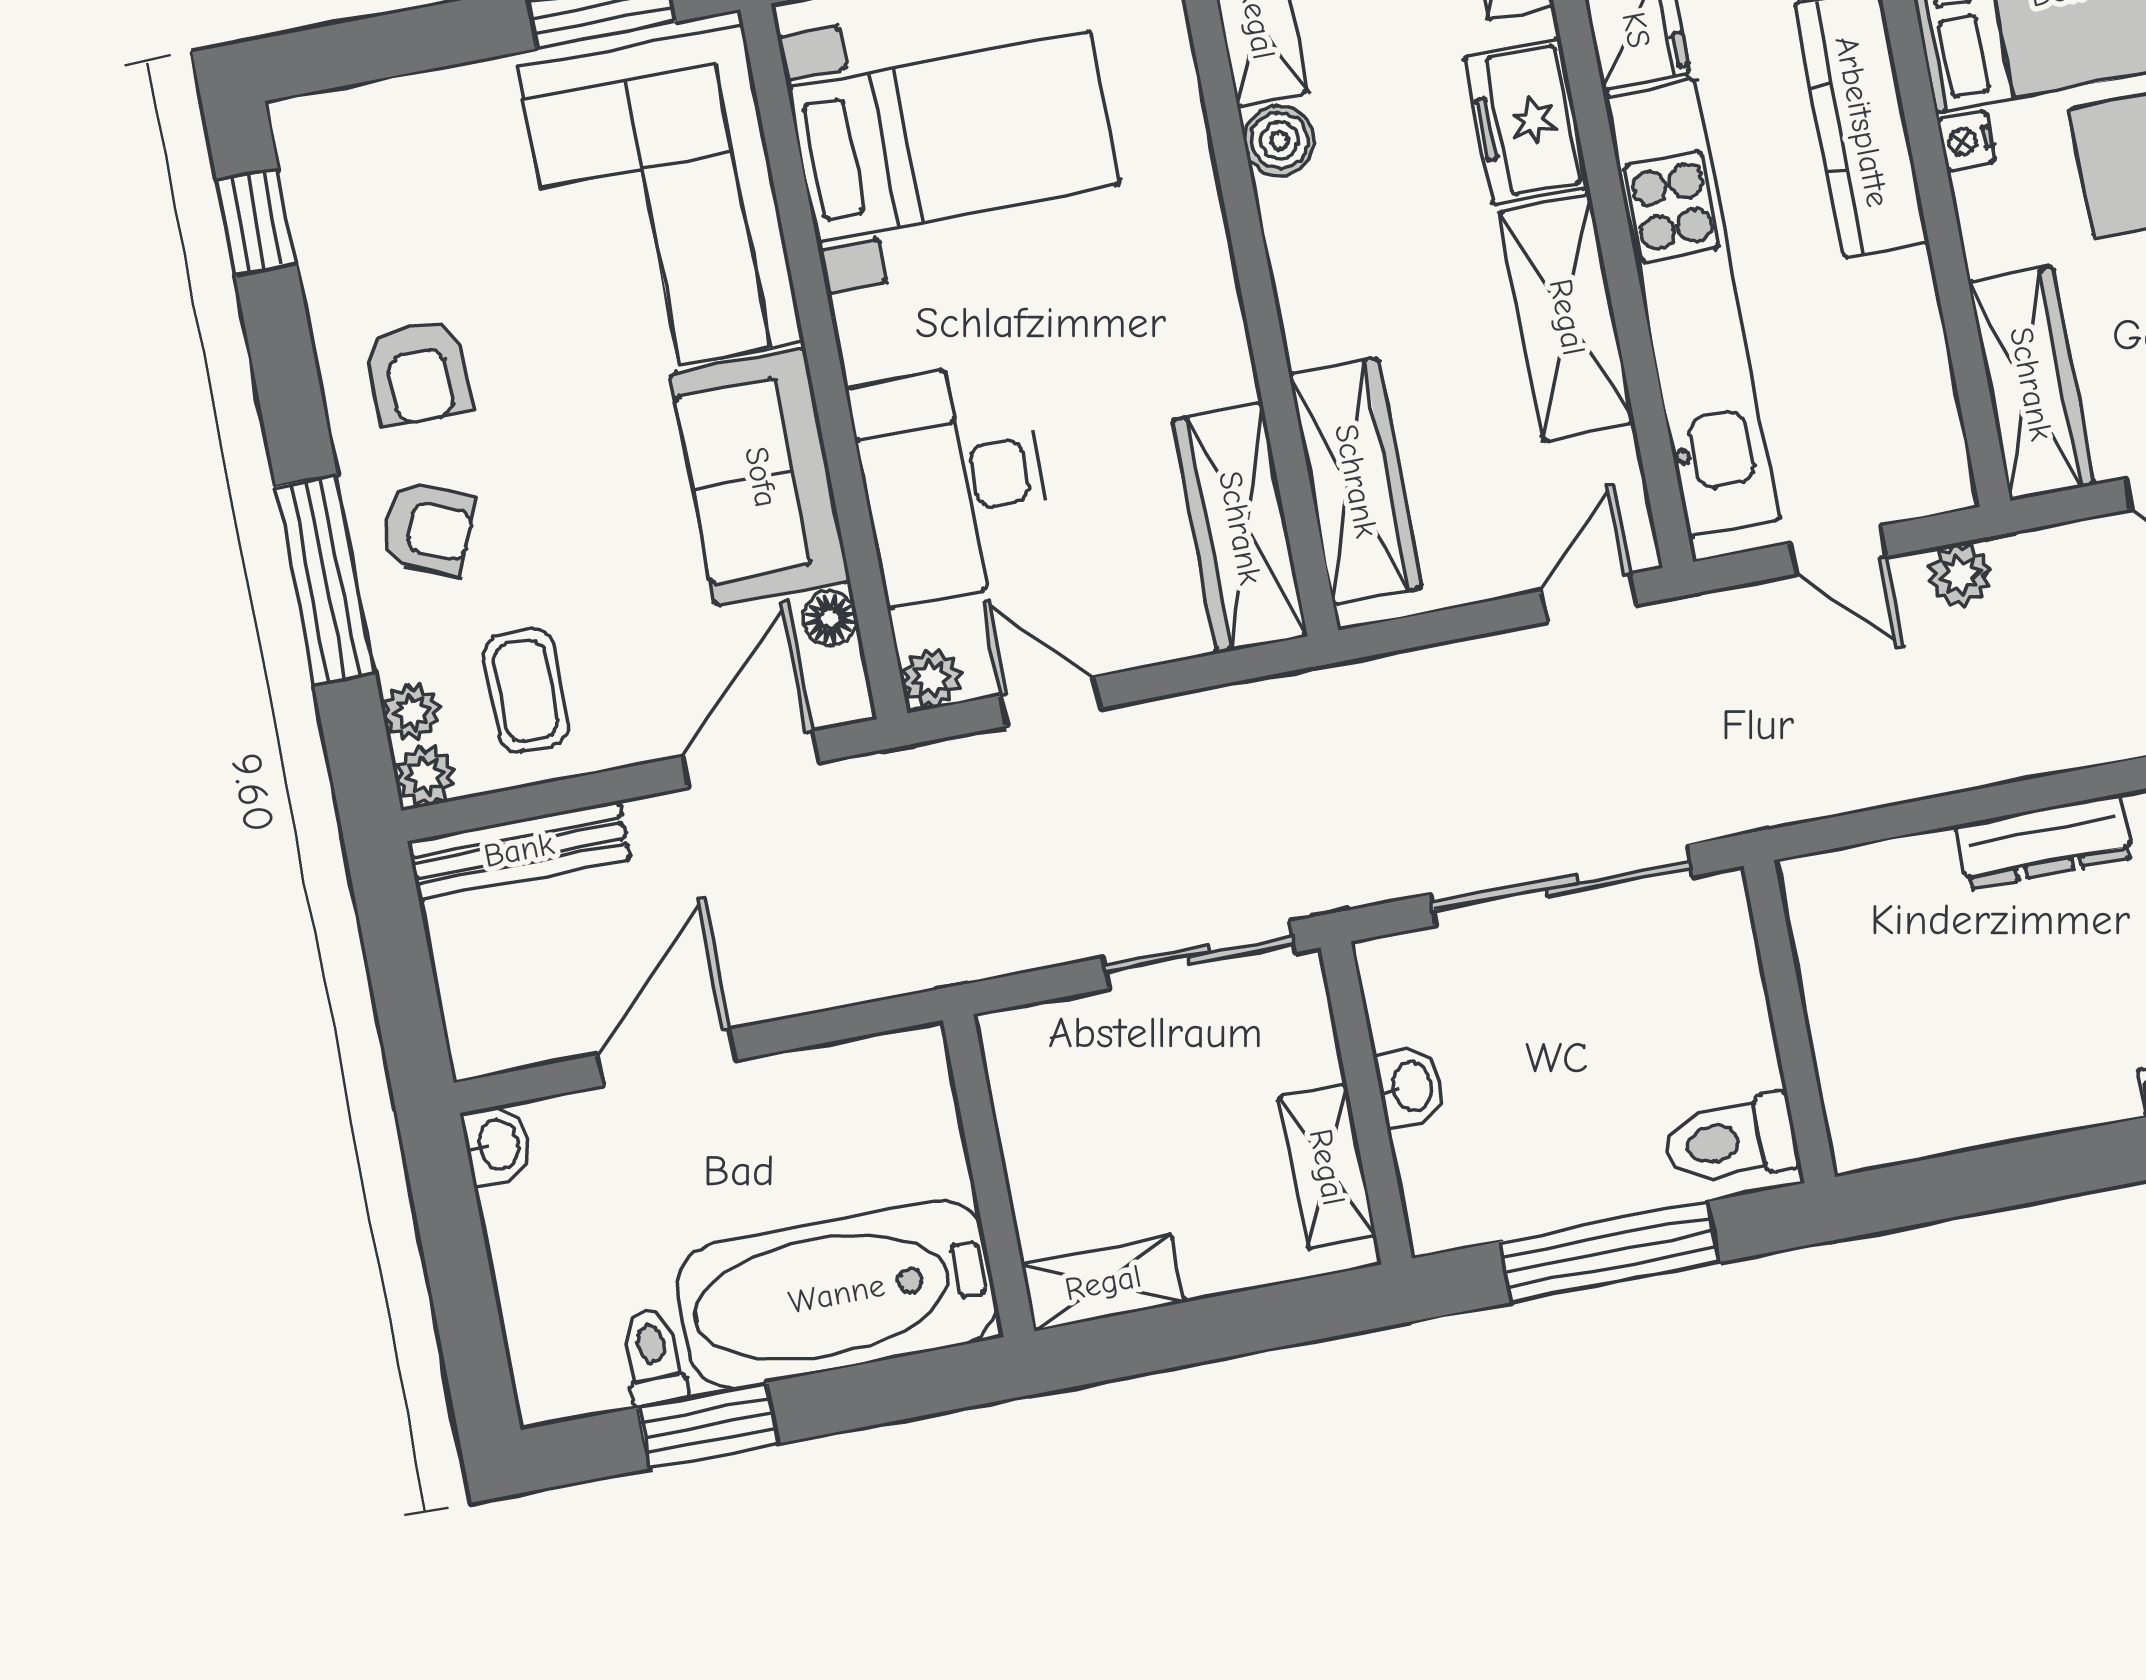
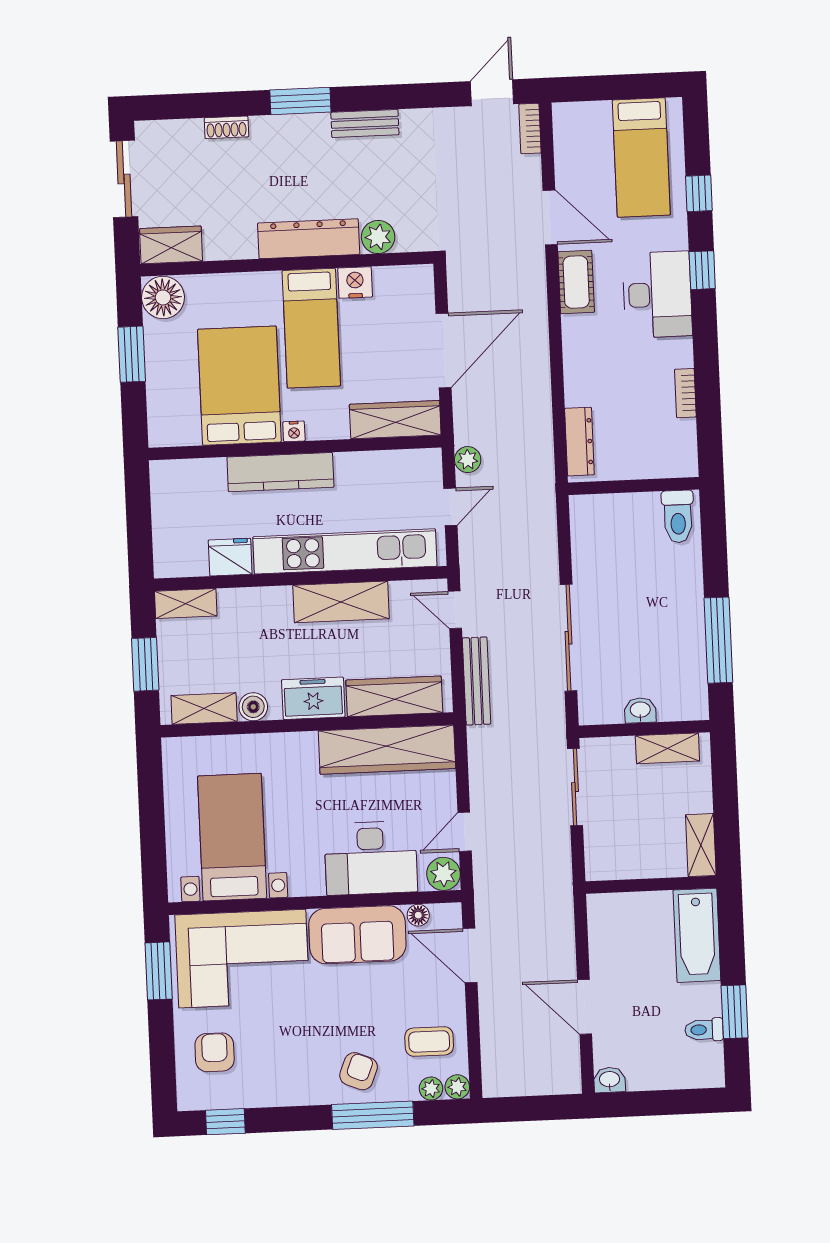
freezer: (1526, 122) -> (313, 698), moved, turned 180
armchair: (418, 373) -> (215, 1052), moved, turned -90
wardrobe: (1240, 528) -> (387, 750), width x1.40, depth x1.17
plant: (931, 678) -> (443, 874), width x1.38, depth x1.38
bench: (519, 850) -> (477, 681), moved
wall: (1789, 1021) -> (634, 486), moved
toilet: (1731, 1141) -> (678, 516), moved
bathtub: (837, 1294) -> (697, 935), width x0.73, depth x0.73

